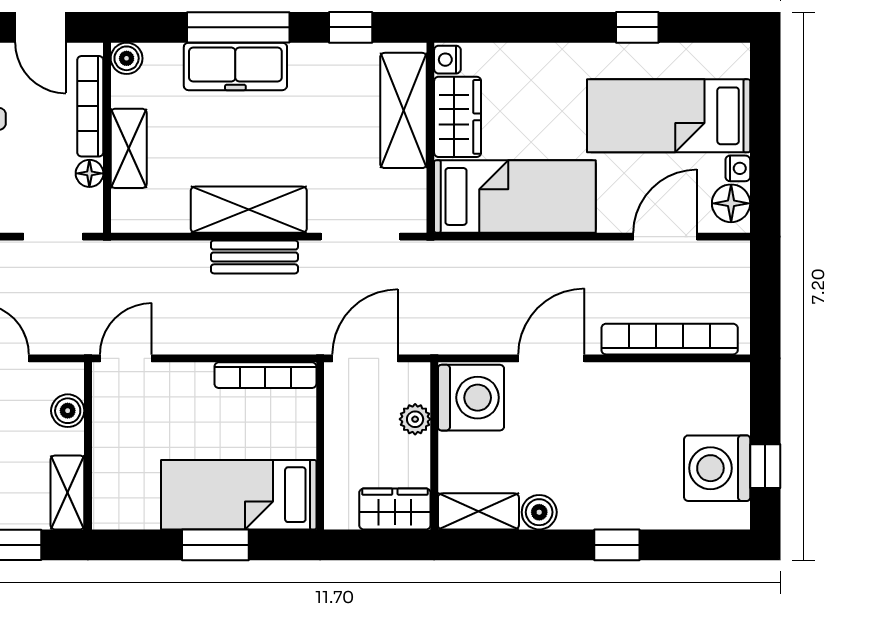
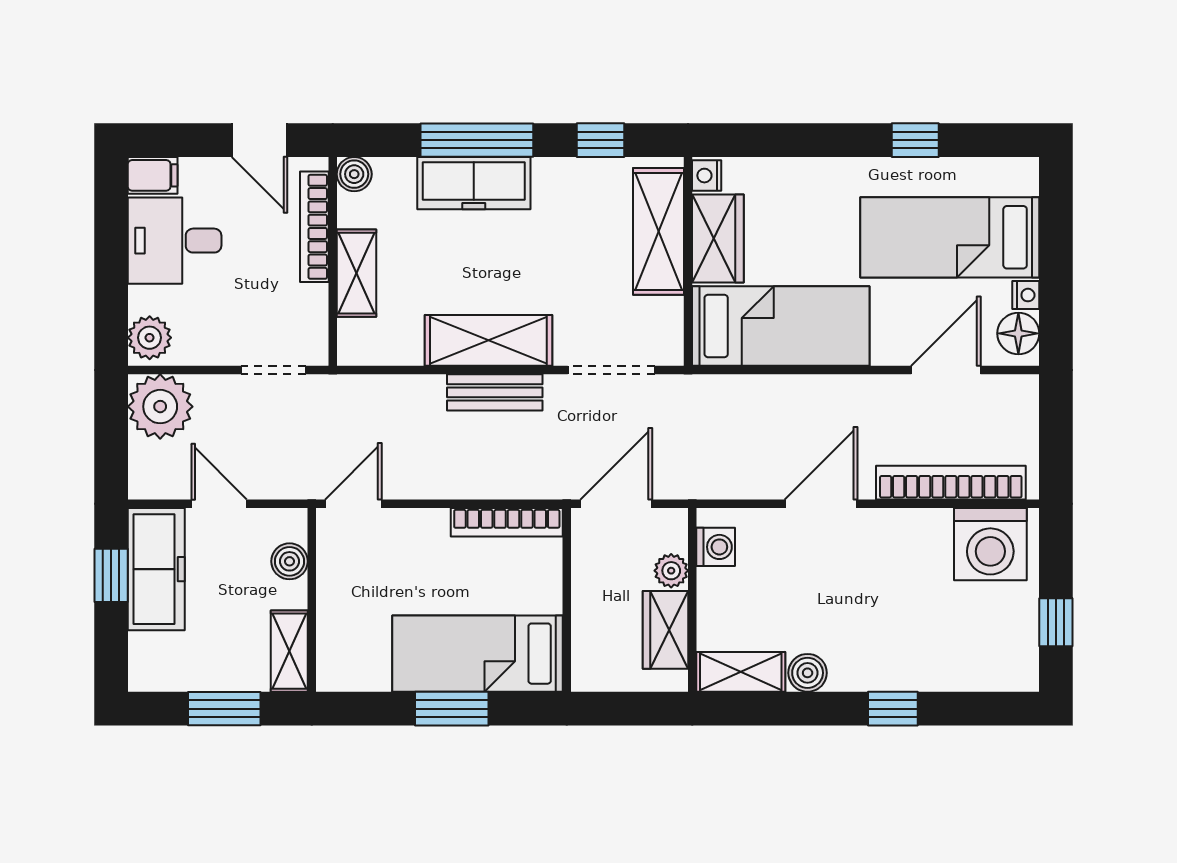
floor lamp: (89, 173) -> (313, 301), removed
washing machine: (471, 398) -> (716, 547), width x0.53, depth x0.53
washing machine: (717, 468) -> (990, 544), moved, turned -90
wardrobe: (395, 509) -> (665, 630), moved, turned -90

